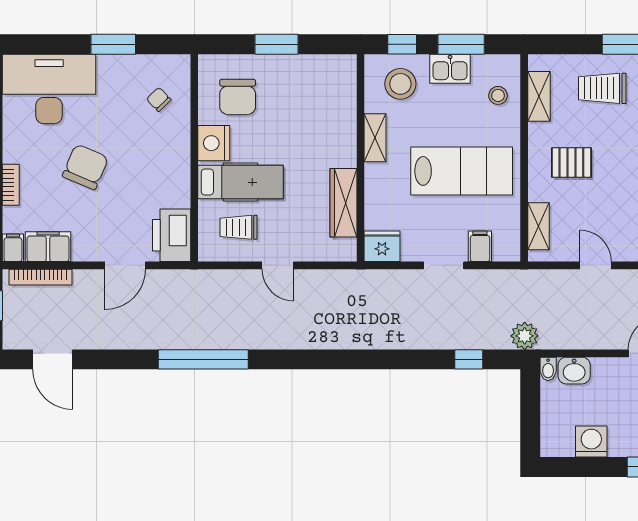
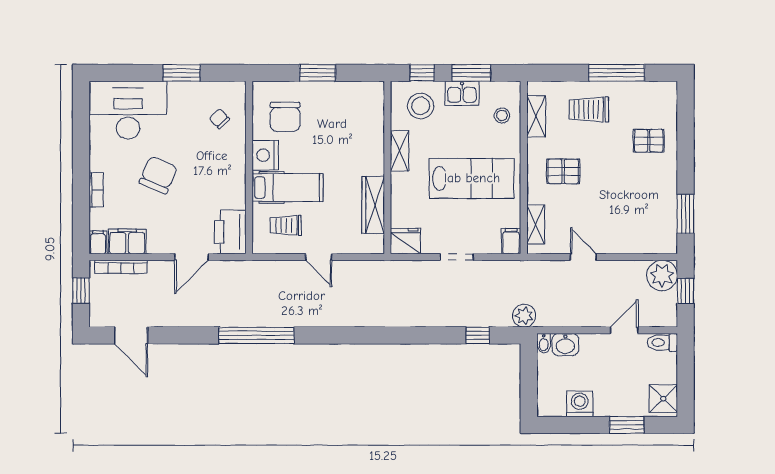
filing cabinet: (480, 246) -> (511, 241), moved

